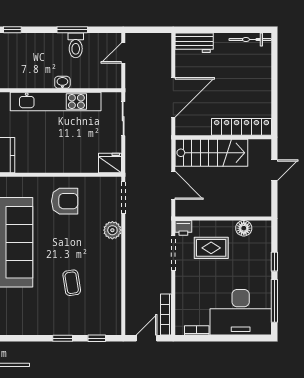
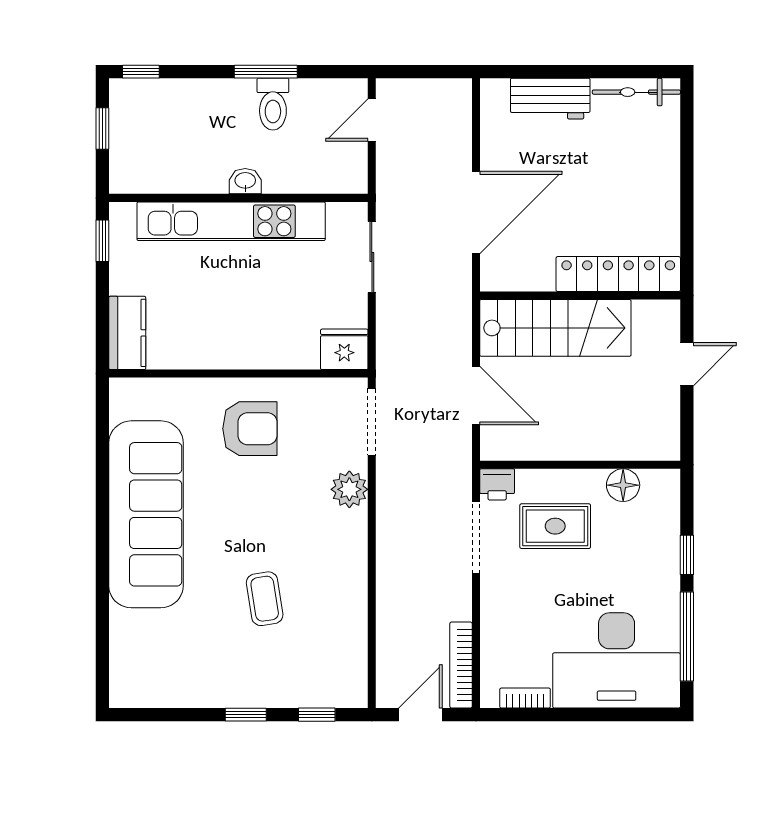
workbench: (194, 43) -> (550, 99), moved

